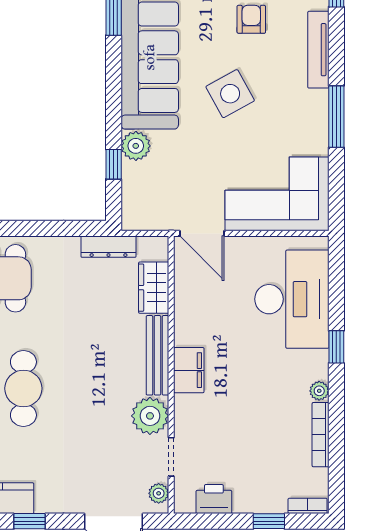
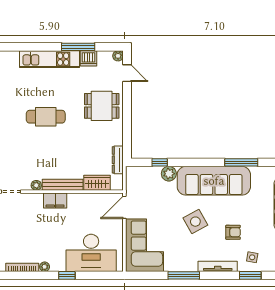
plant: (150, 416) -> (36, 185), width x0.53, depth x0.53

